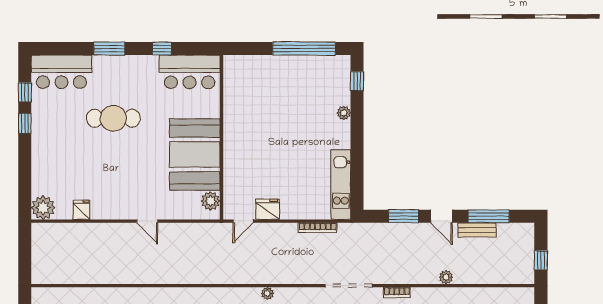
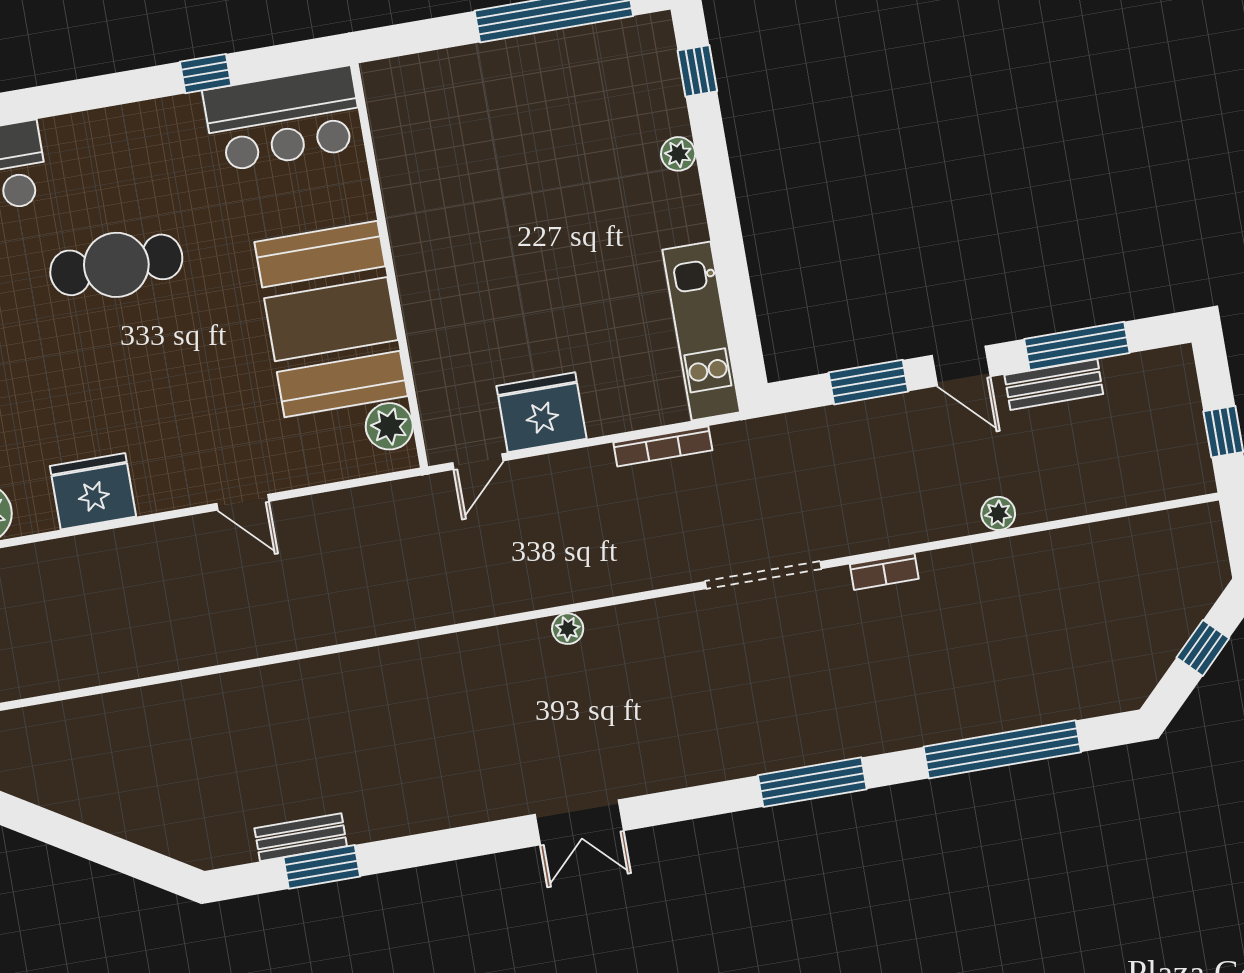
window: (109, 49) -> (77, 96), removed
fridge: (268, 209) -> (541, 412), width x1.36, depth x1.34
fridge: (81, 210) -> (93, 491), width x1.88, depth x1.34

